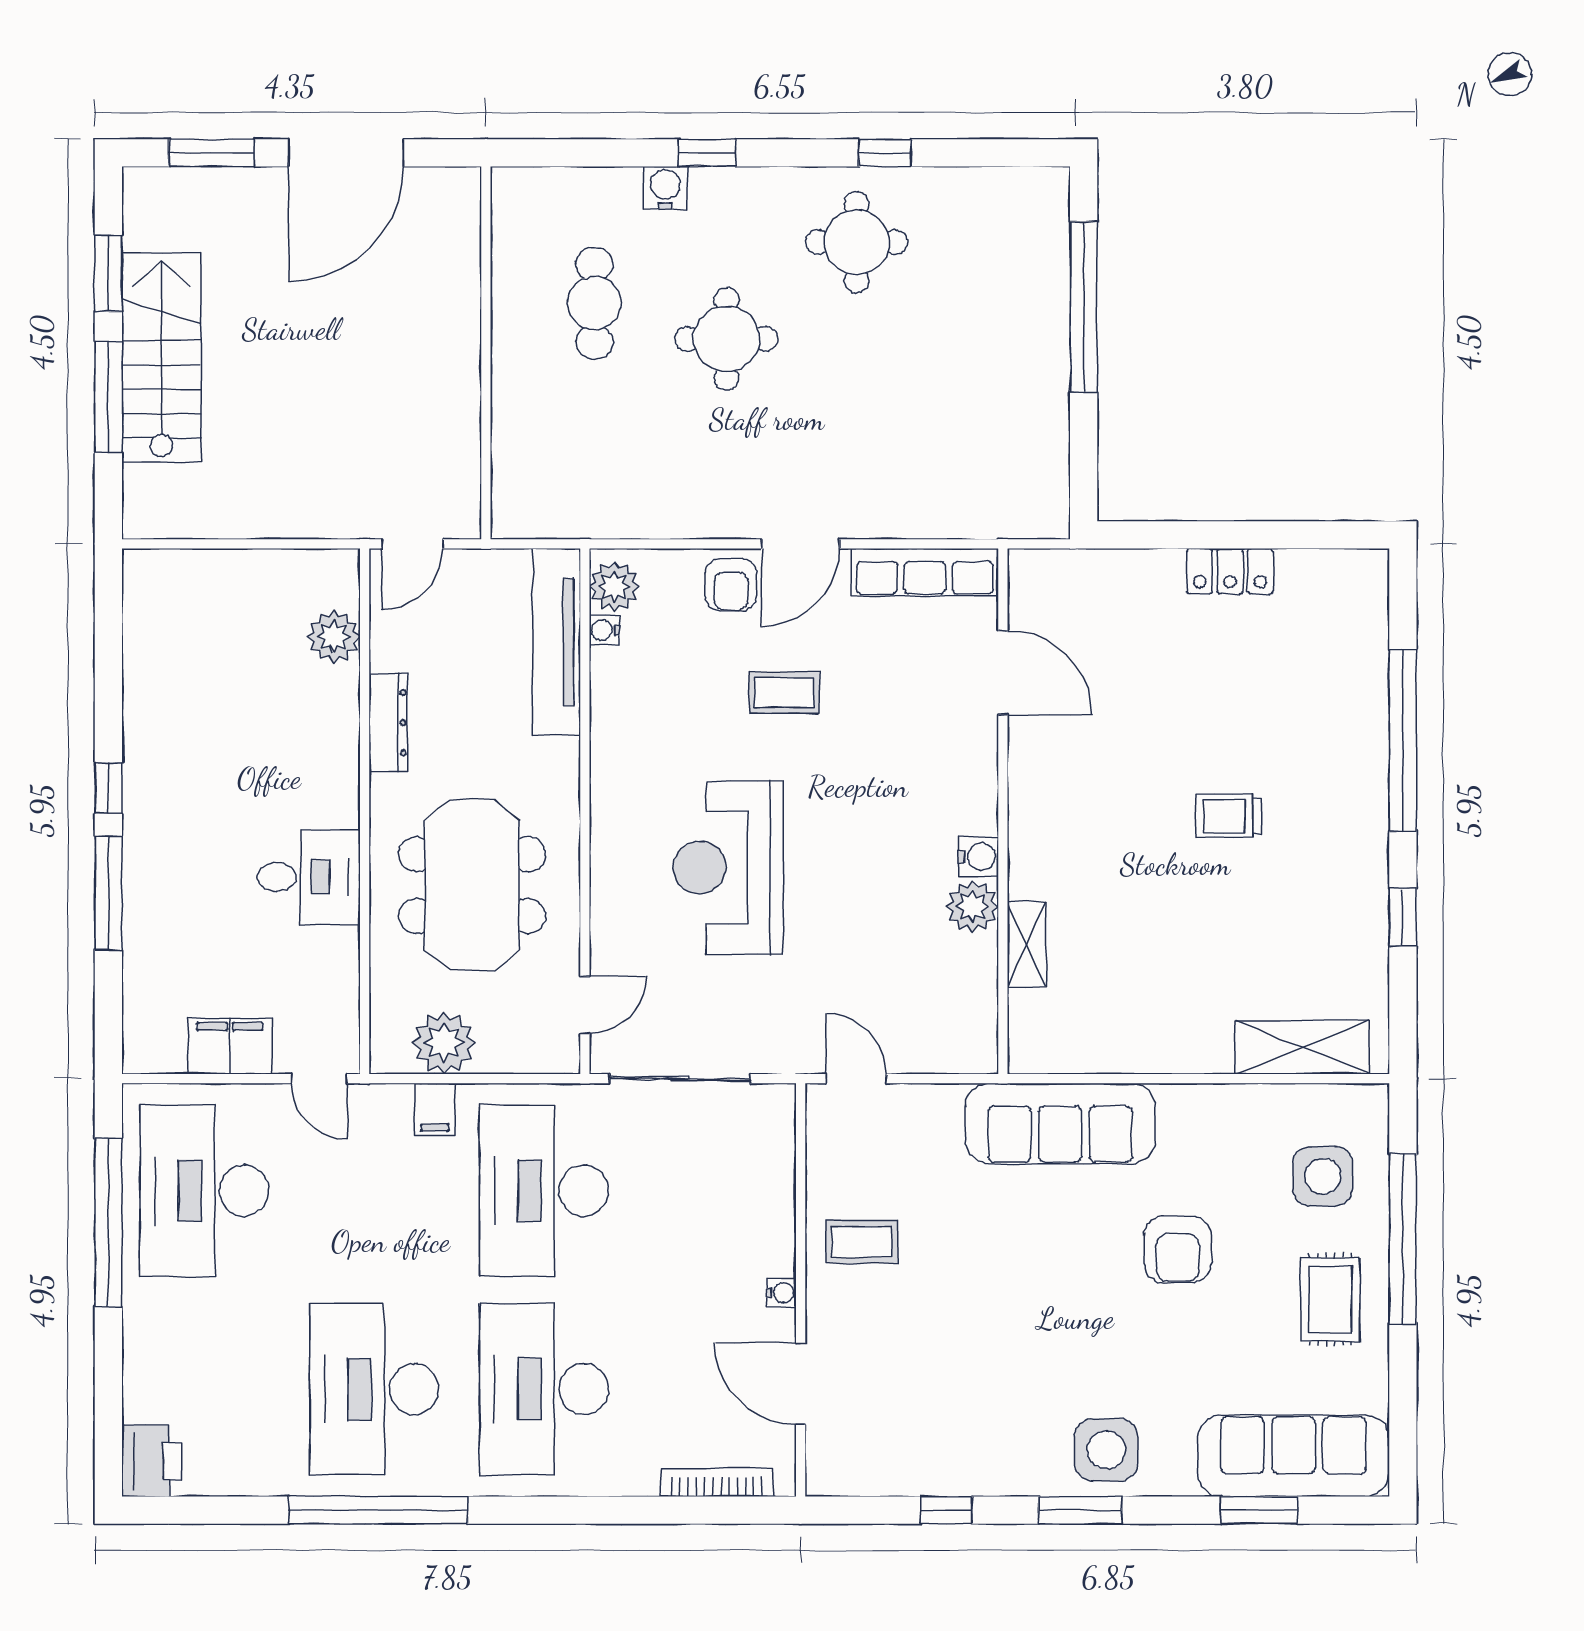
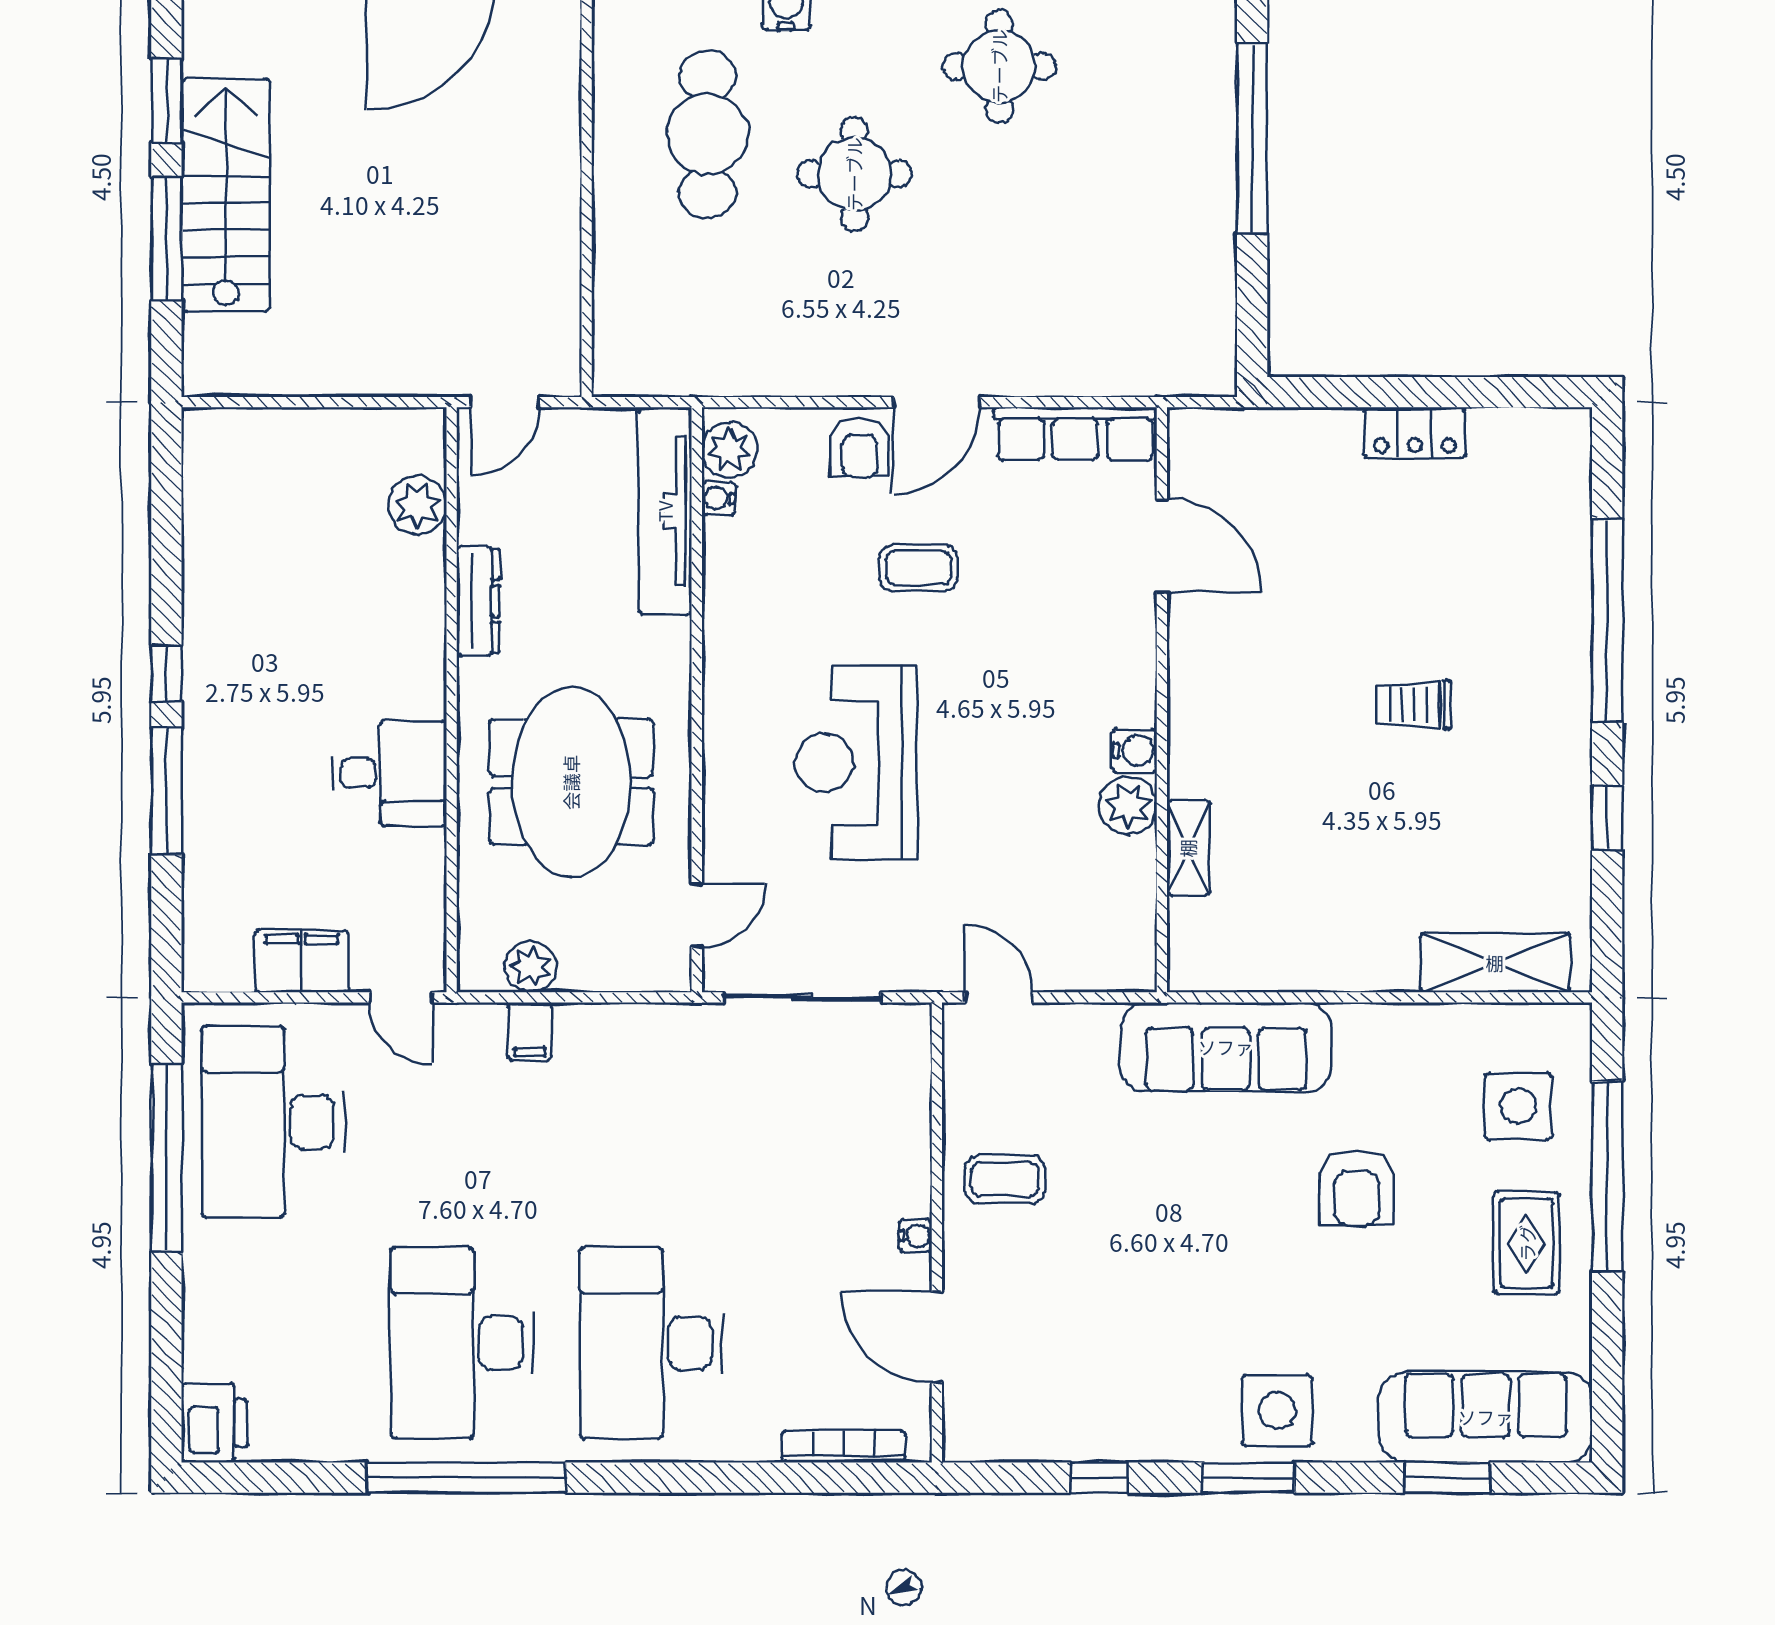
cafe table: (594, 303) -> (707, 134), width x1.37, depth x1.35
plant: (444, 1043) -> (531, 967), width x0.73, depth x0.73
desk: (544, 1191) -> (651, 1122), removed

